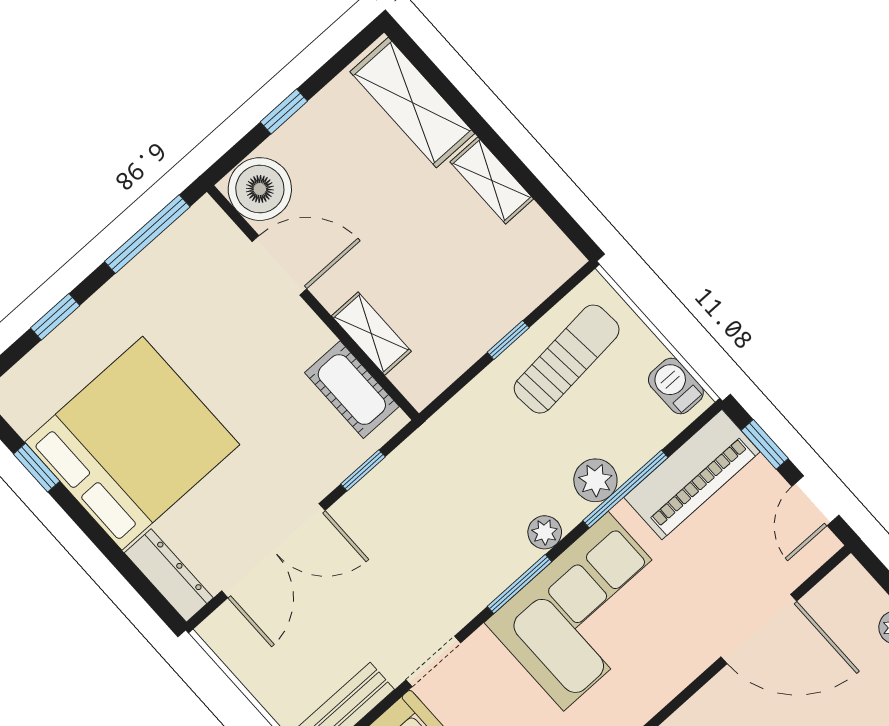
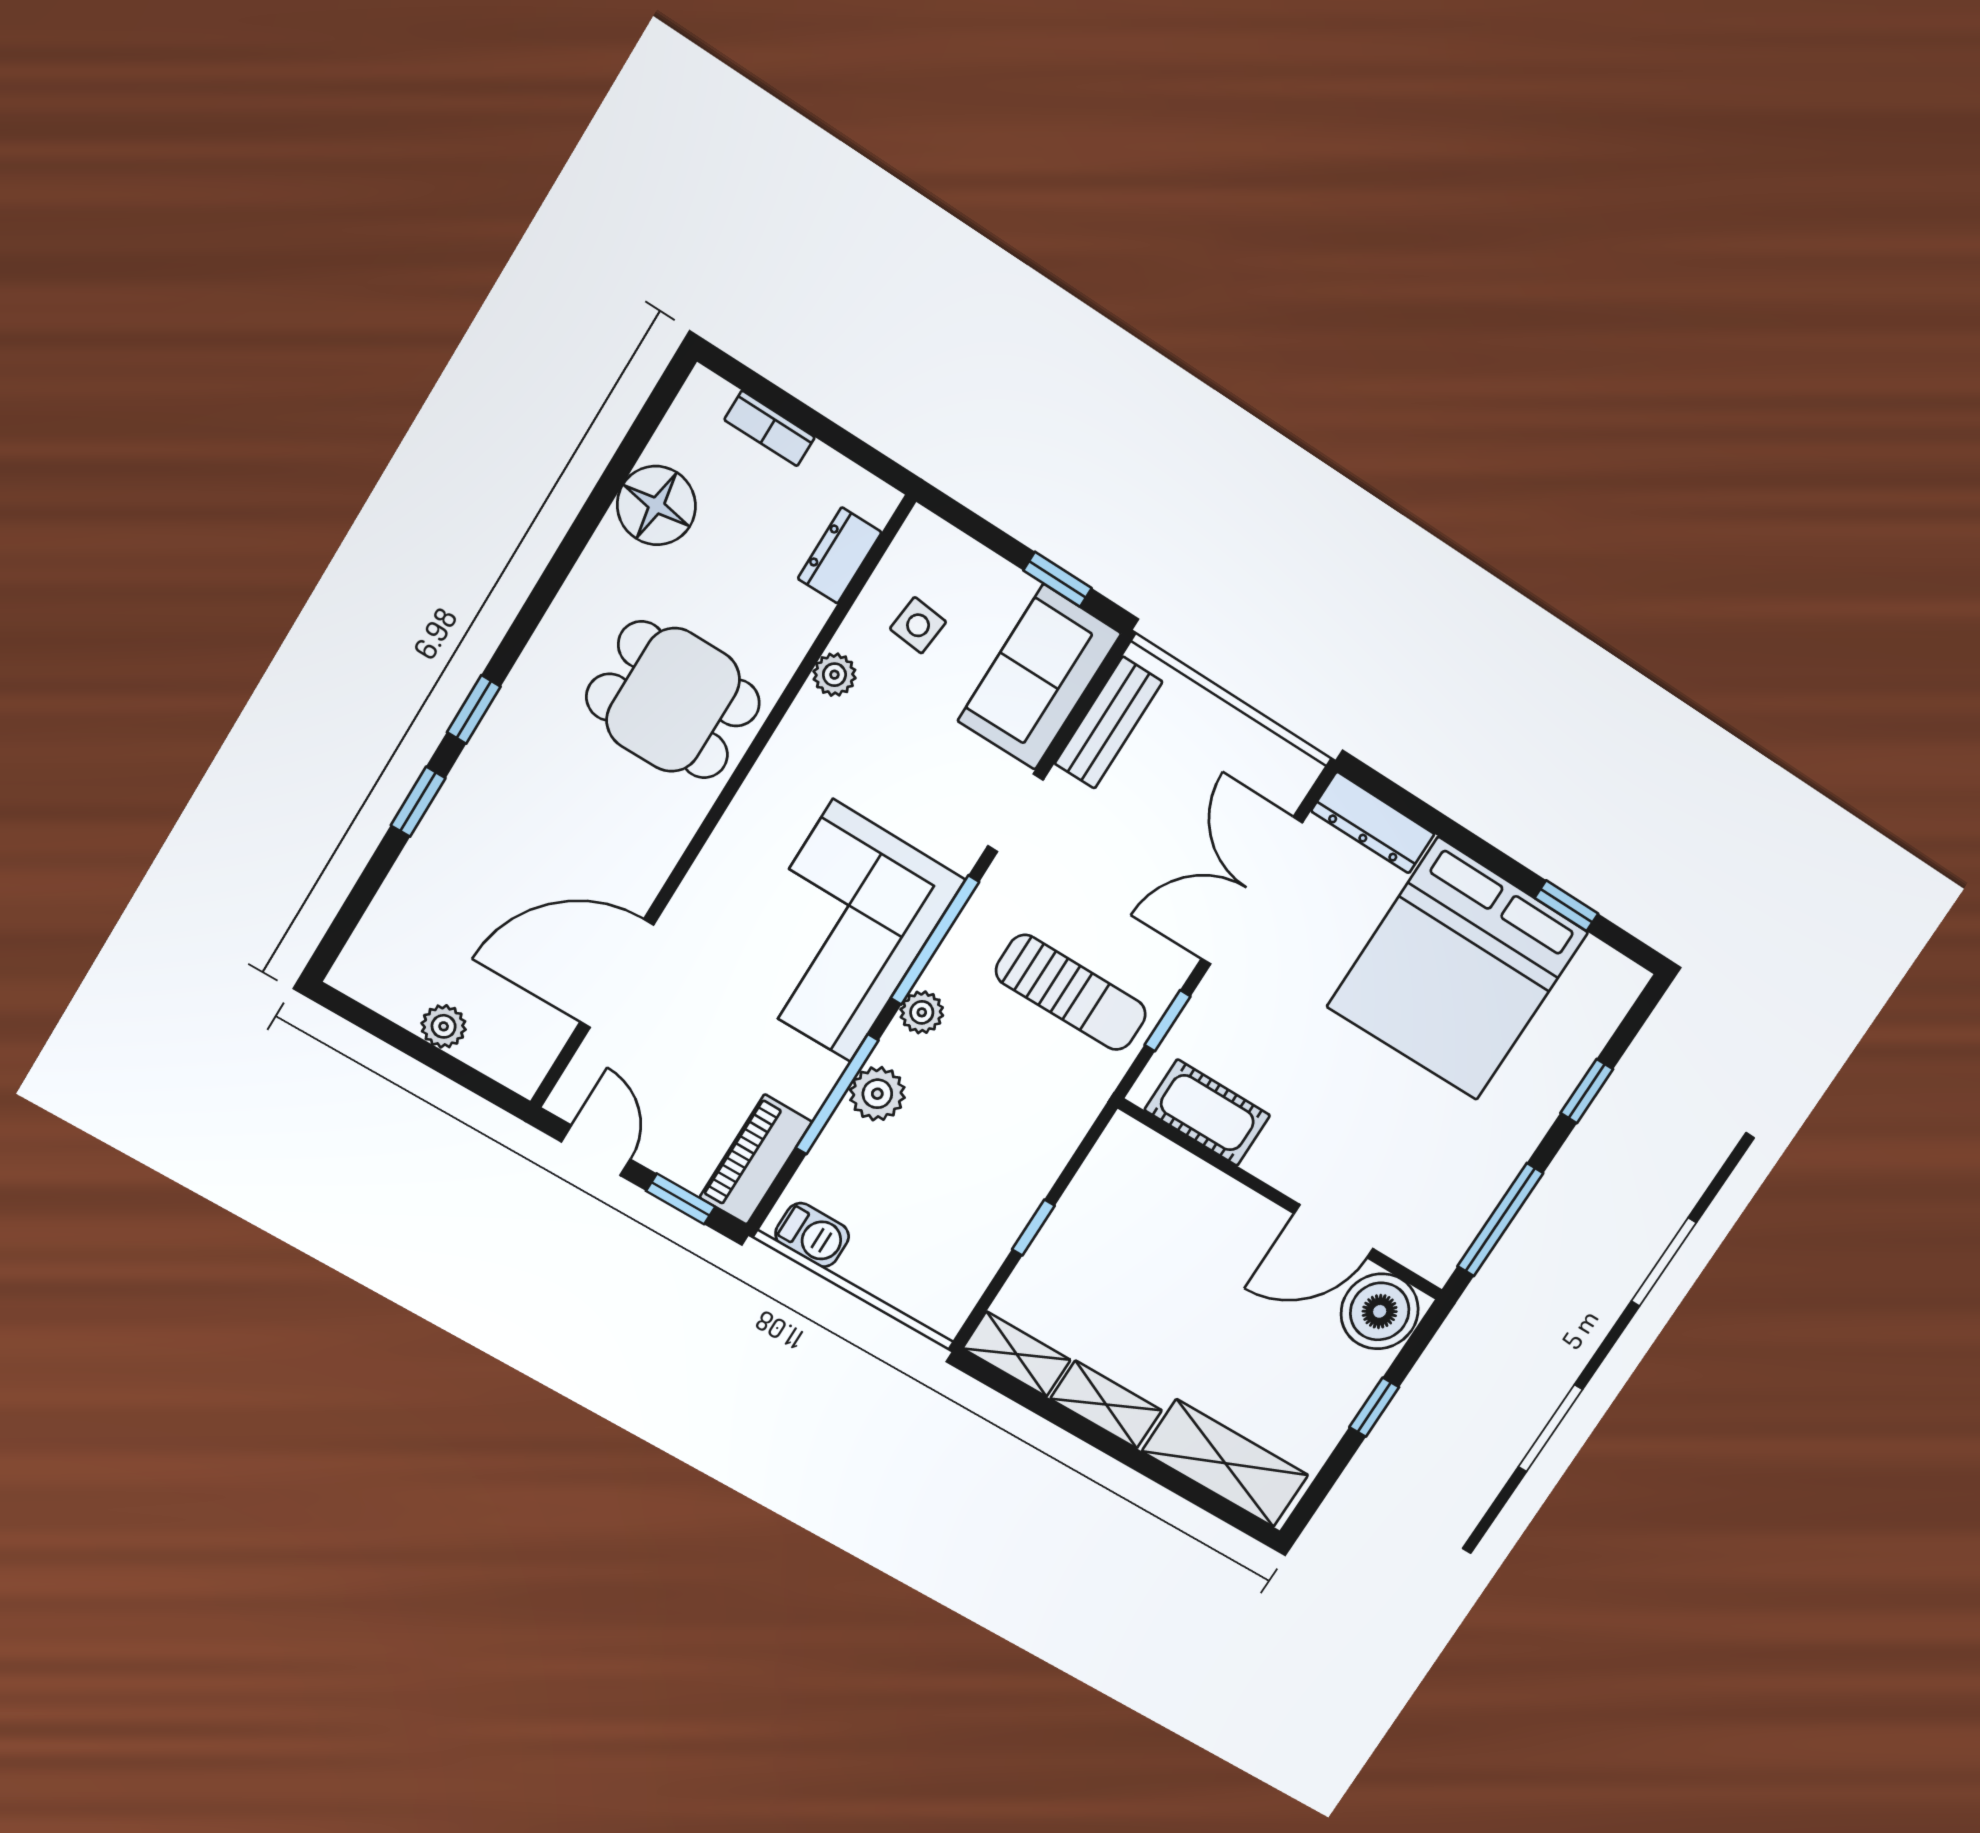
shelving: (371, 334) -> (1017, 1354), moved
sun lounger: (567, 359) -> (1071, 992), moved, turned -85
piano: (692, 475) -> (756, 1160), width x0.73, depth x0.75
window: (519, 584) -> (935, 940), width x1.44

